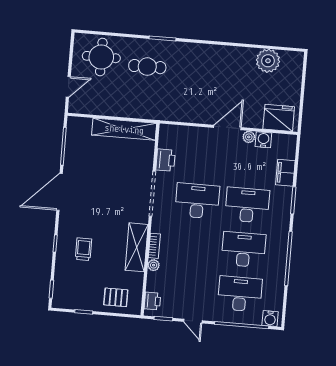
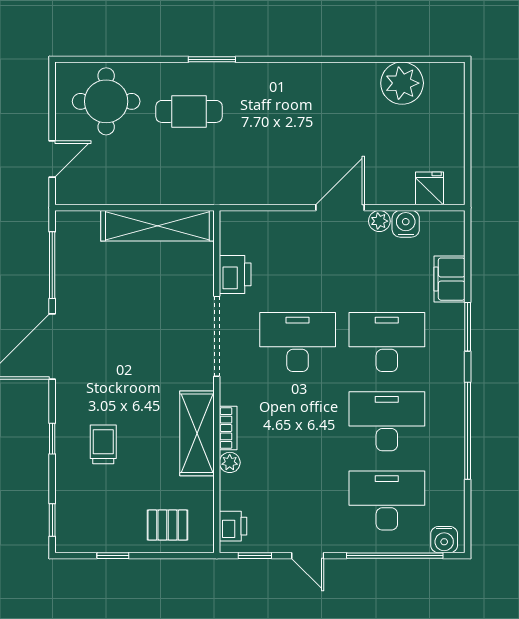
fridge: (279, 118) -> (429, 188), width x0.53, depth x0.75

